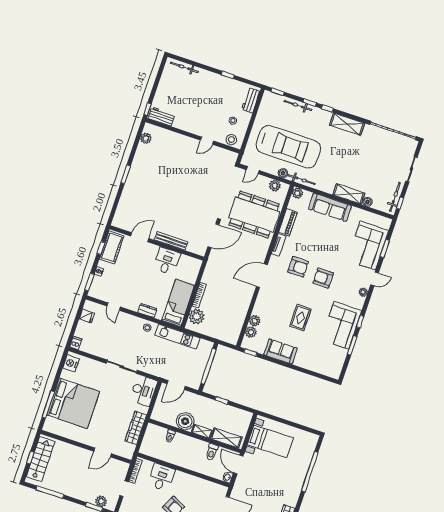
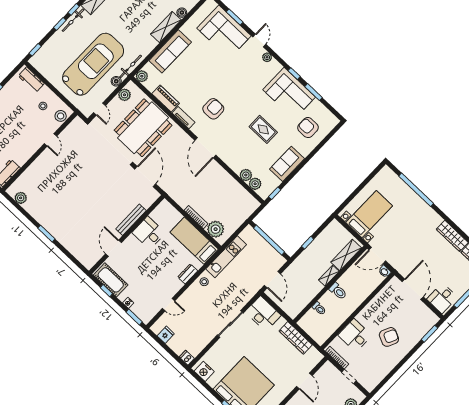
bicycle: (298, 105) -> (73, 20), moved
armchair: (323, 278) -> (308, 128), moved, turned 90
boiler: (185, 421) -> (311, 287), removed
toilet: (212, 452) -> (338, 291), moved

